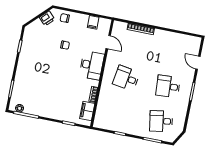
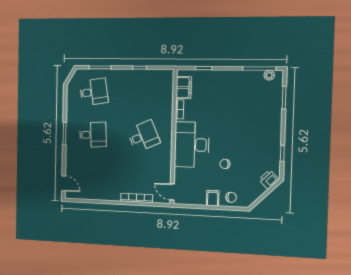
printer: (47, 18) -> (269, 180), moved
filing cabinet: (93, 22) -> (213, 198), moved
door: (108, 42) -> (172, 192), moved
door: (198, 63) -> (64, 183), moved
desk: (92, 65) -> (192, 145), width x1.36, depth x1.30
desk: (126, 78) -> (143, 136), turned -33

